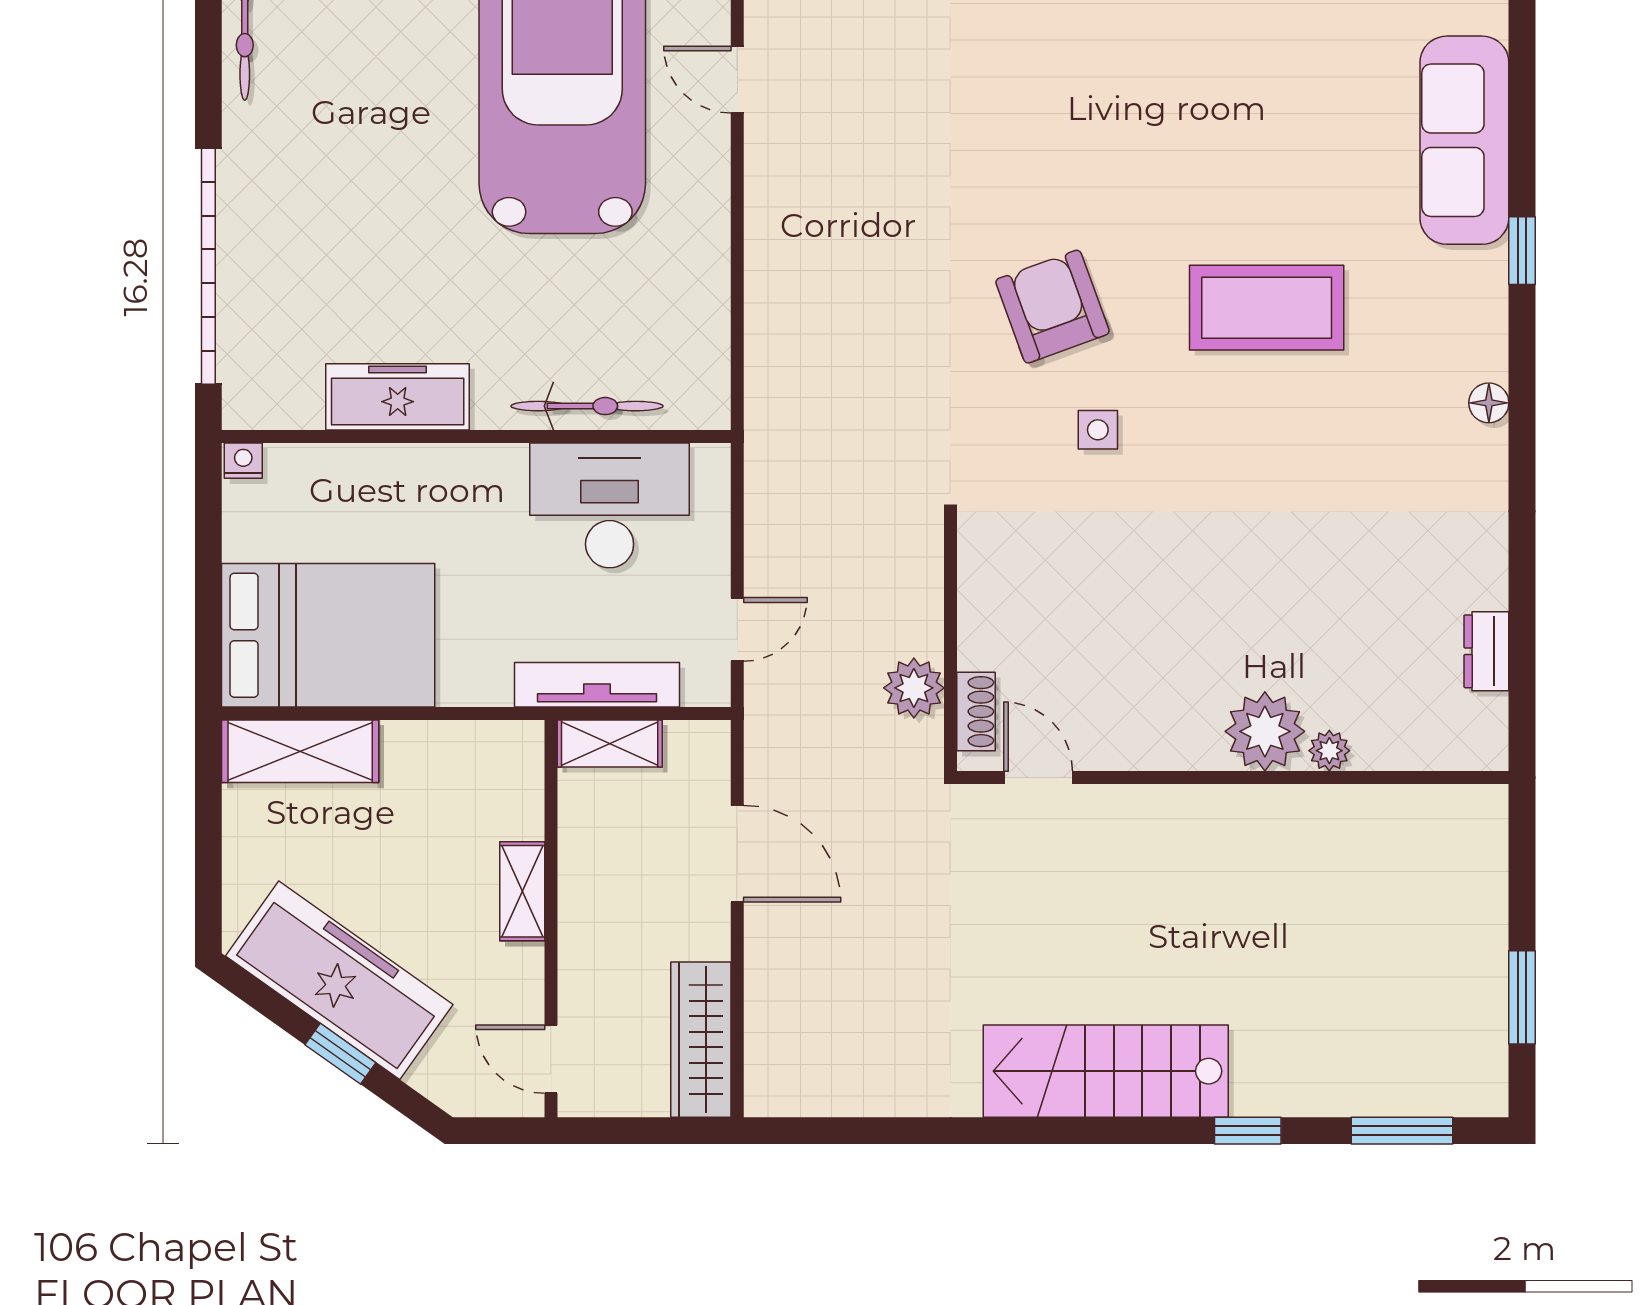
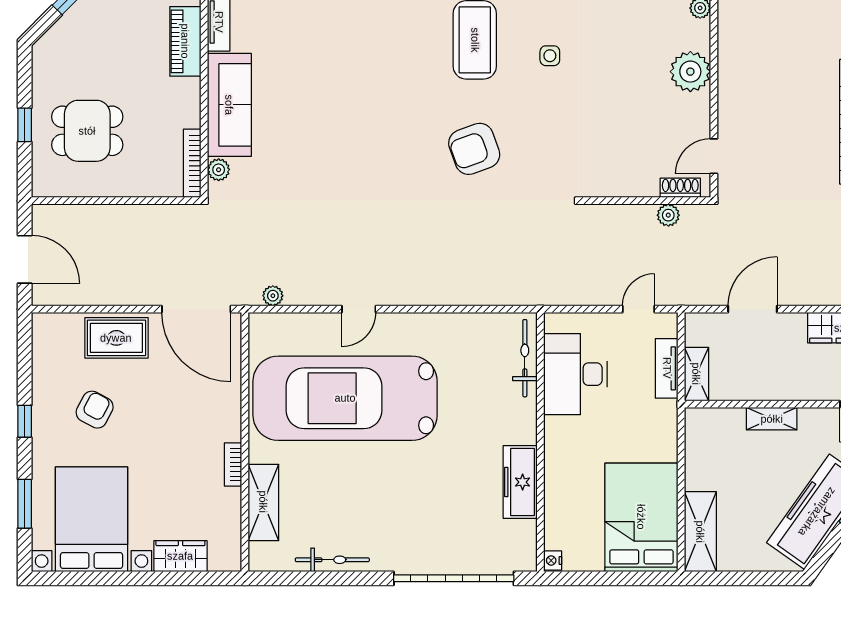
bicycle: (587, 406) -> (525, 358), moved
side table: (1098, 430) -> (550, 56), moved
door: (737, 629) -> (638, 309), hinge flipped
tv unit: (597, 685) -> (667, 368), width x0.71
plant: (914, 688) -> (668, 215), width x0.73, depth x0.73
plant: (1265, 731) -> (690, 72), moved

